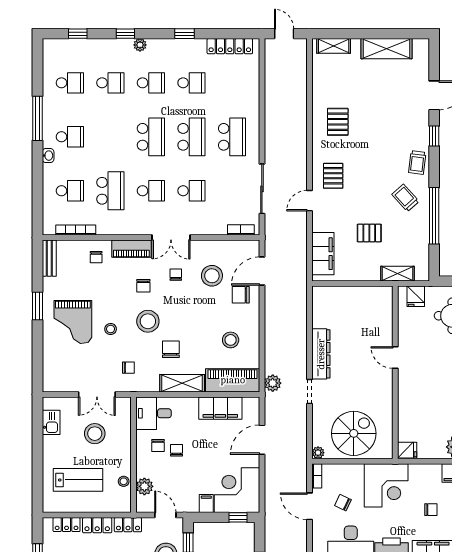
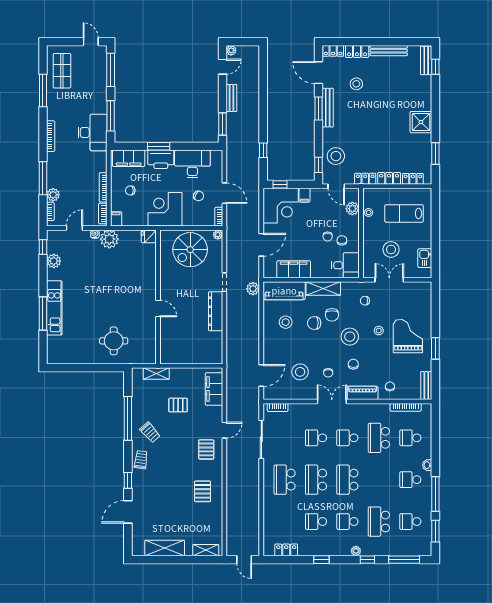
window: (78, 34) -> (404, 560), width x2.17
locker: (230, 46) -> (286, 550), width x0.66
window: (38, 70) -> (435, 531), added
school desk: (110, 83) -> (379, 522), width x1.85
chair: (241, 295) -> (314, 323), moved, turned 180
fridge: (416, 296) -> (142, 356), removed

